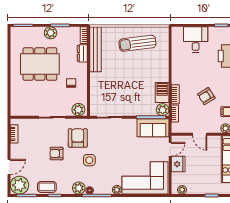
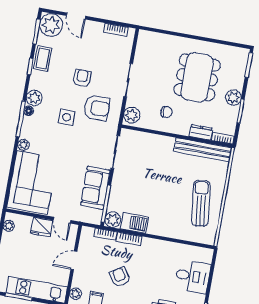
sofa: (153, 128) -> (95, 188), moved

